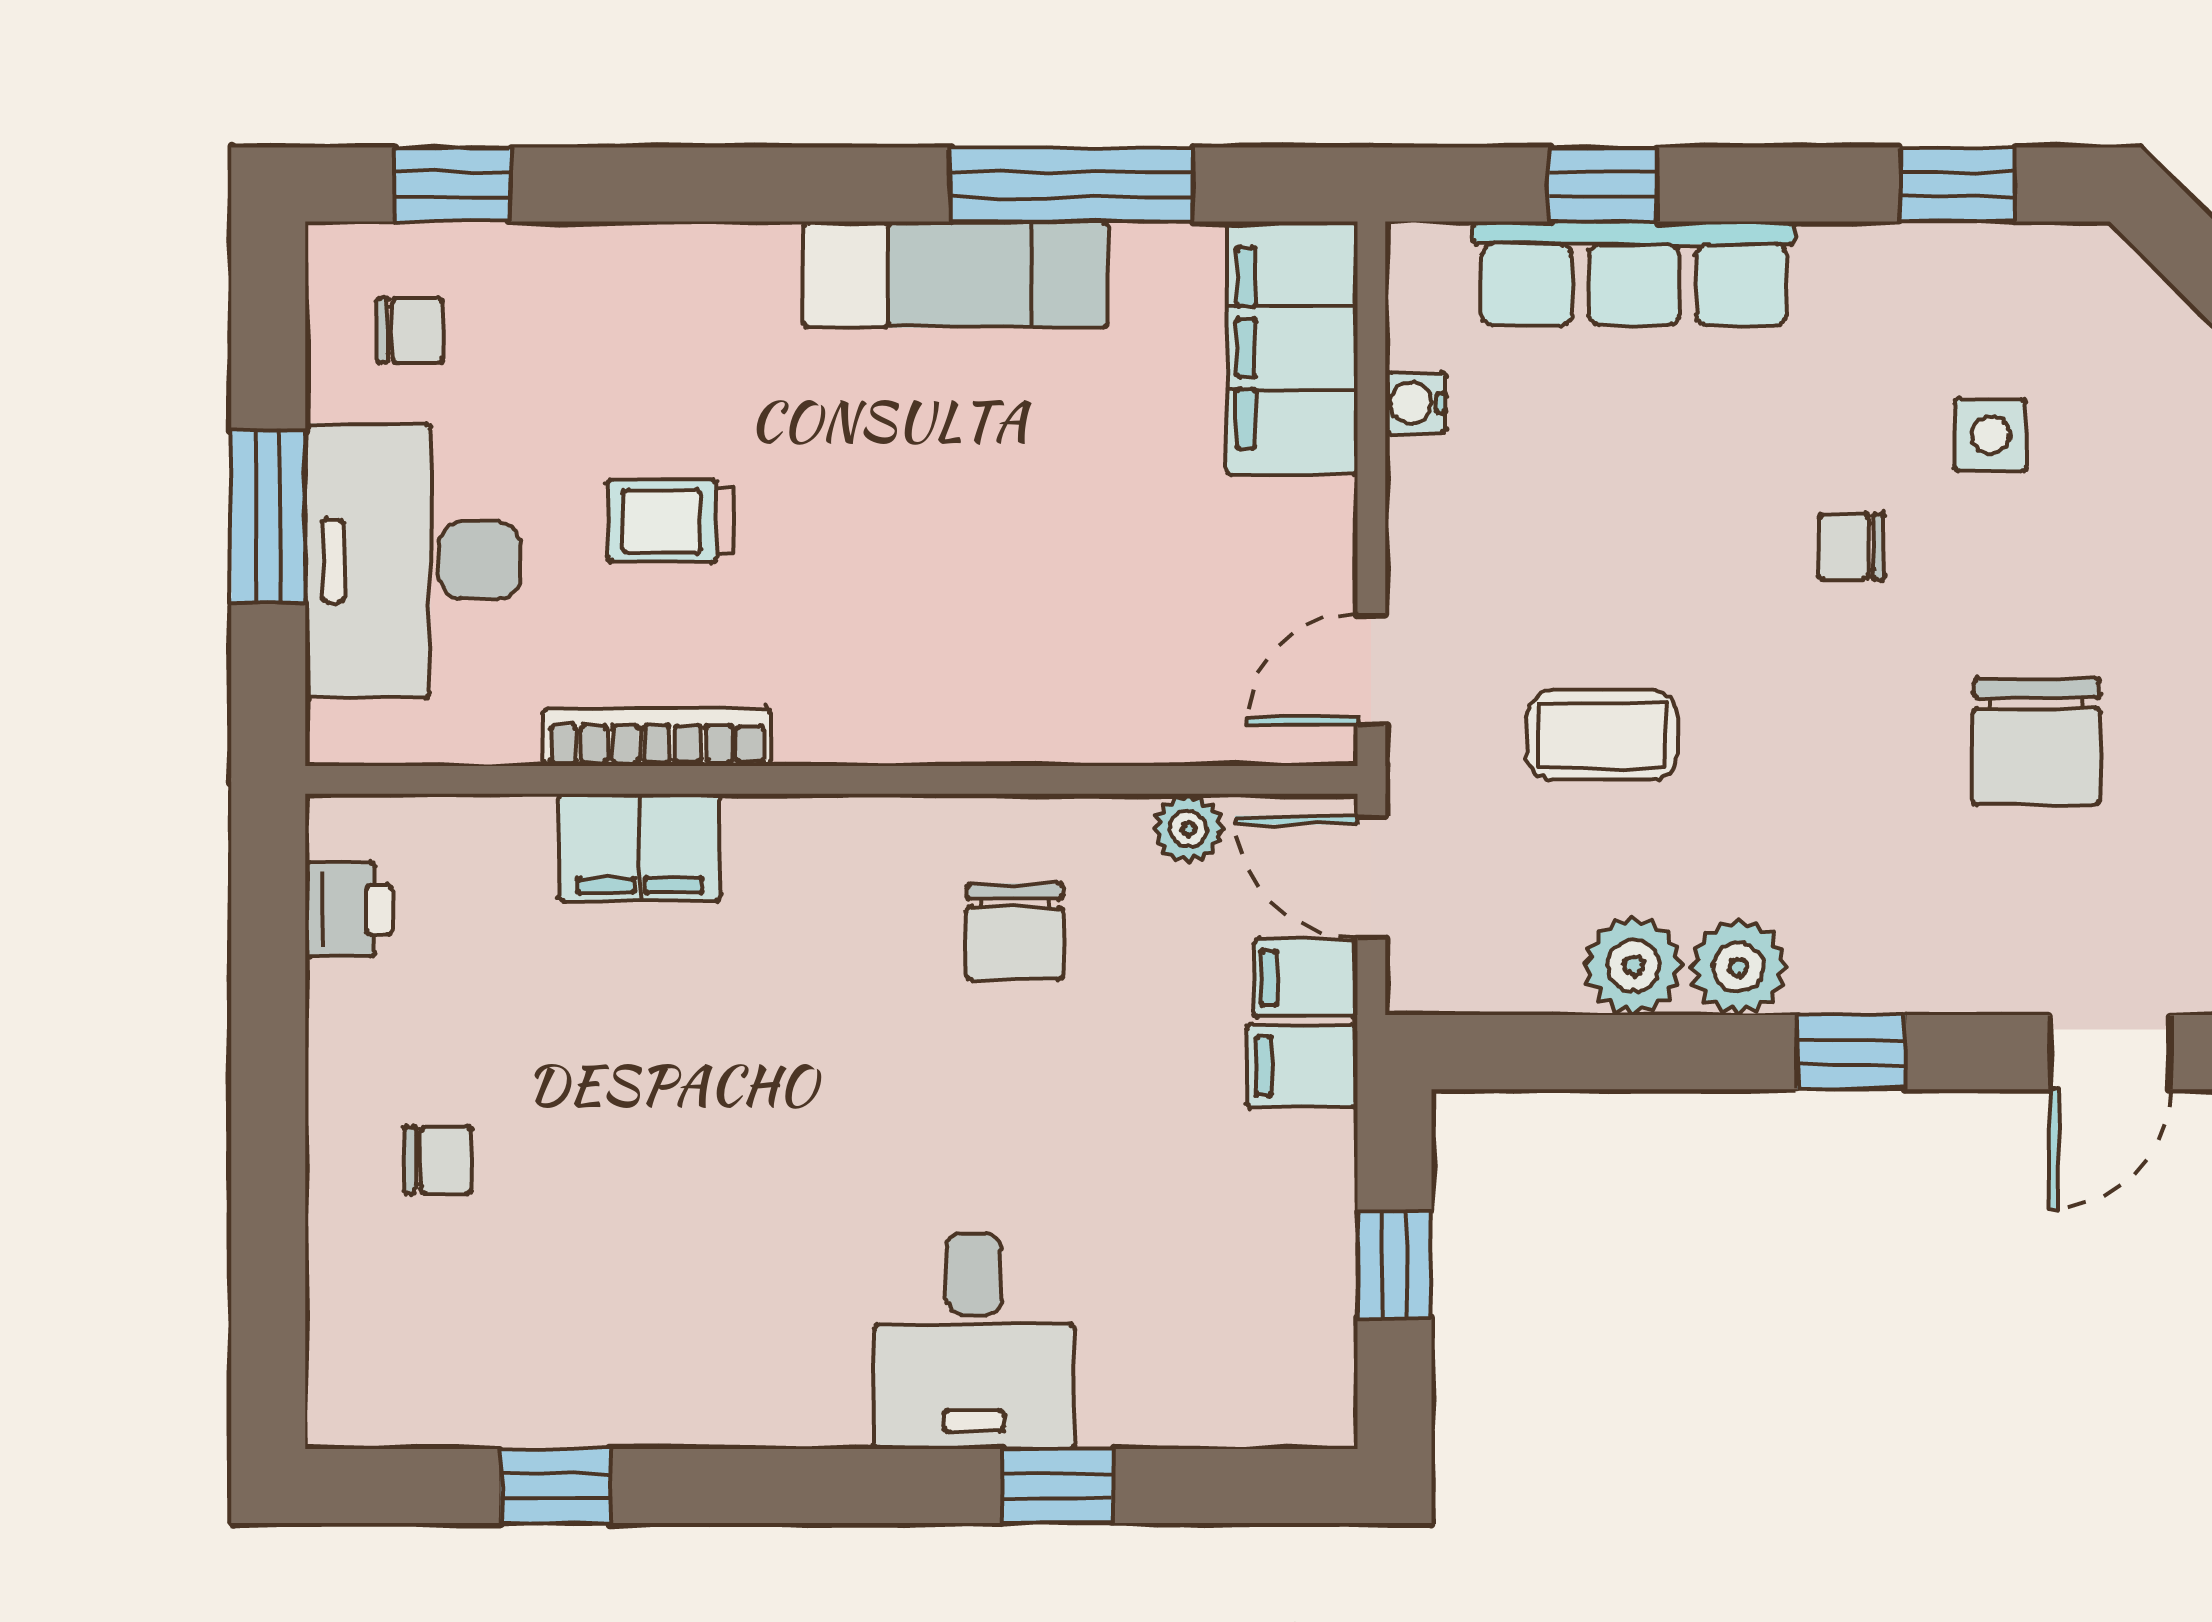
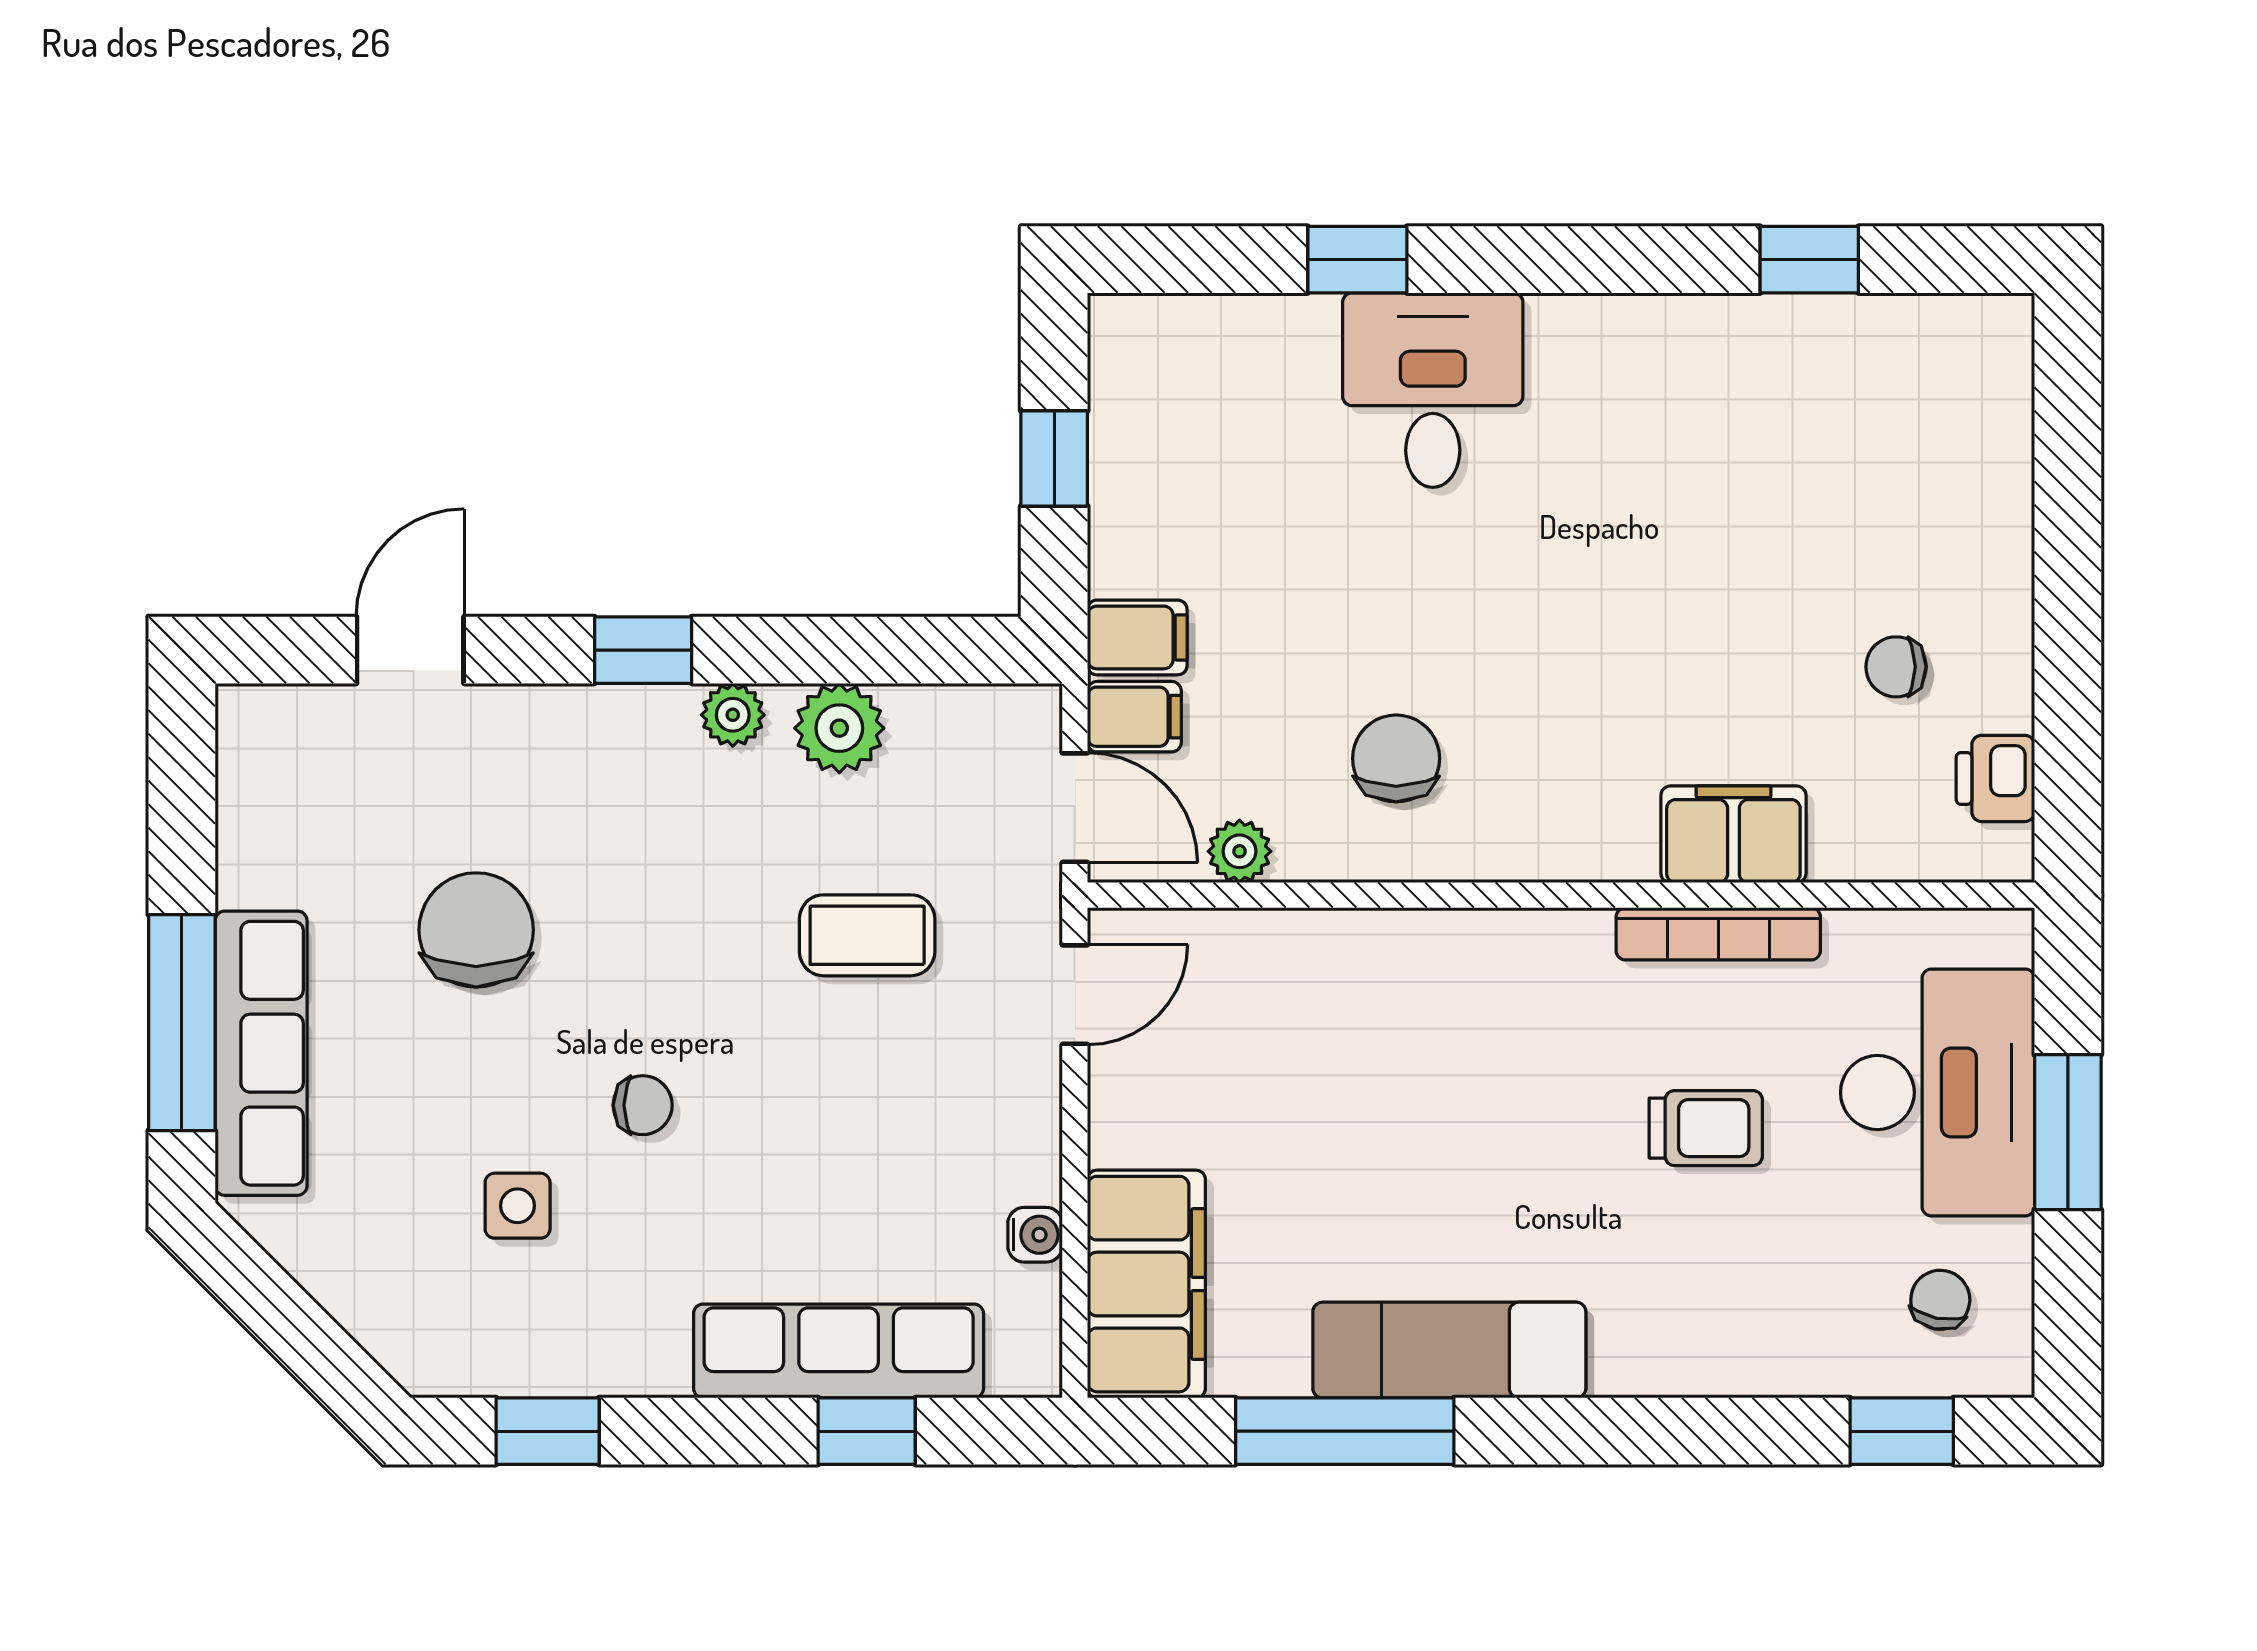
chair: (410, 330) -> (1940, 1300), turned 101
plant: (1738, 967) -> (733, 715), width x0.73, depth x0.73
chair: (438, 1160) -> (1896, 667), moved

